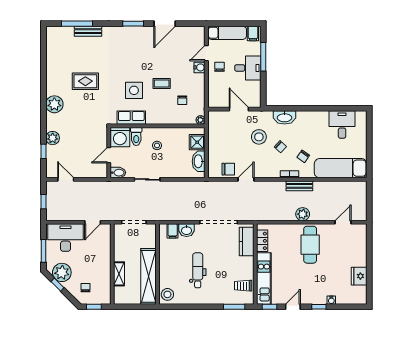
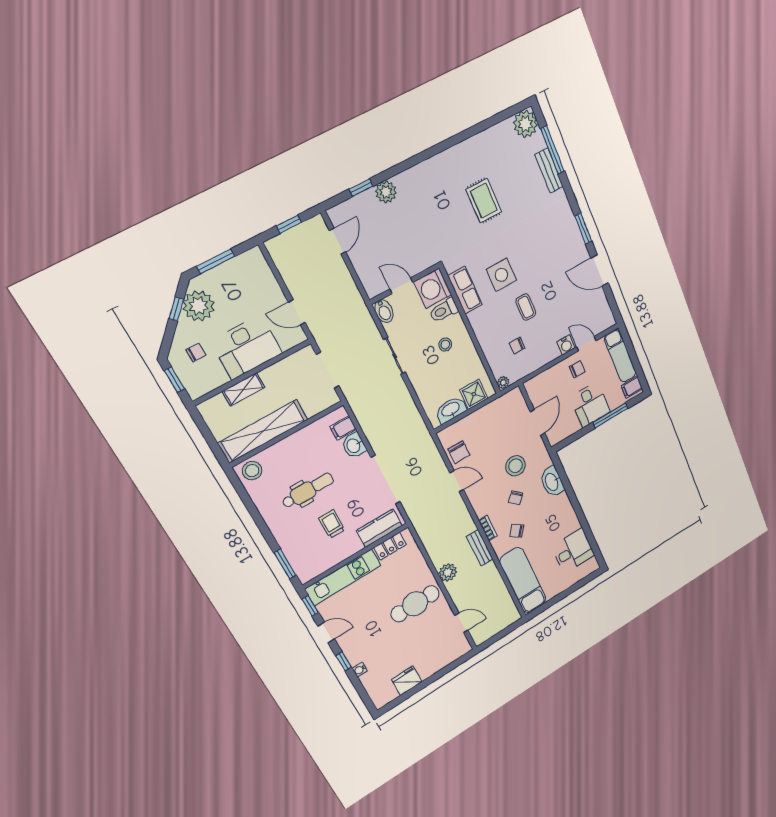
plant: (54, 104) -> (525, 124), moved
desk: (65, 238) -> (247, 347), moved, turned 90
trolley: (243, 286) -> (332, 524), moved

